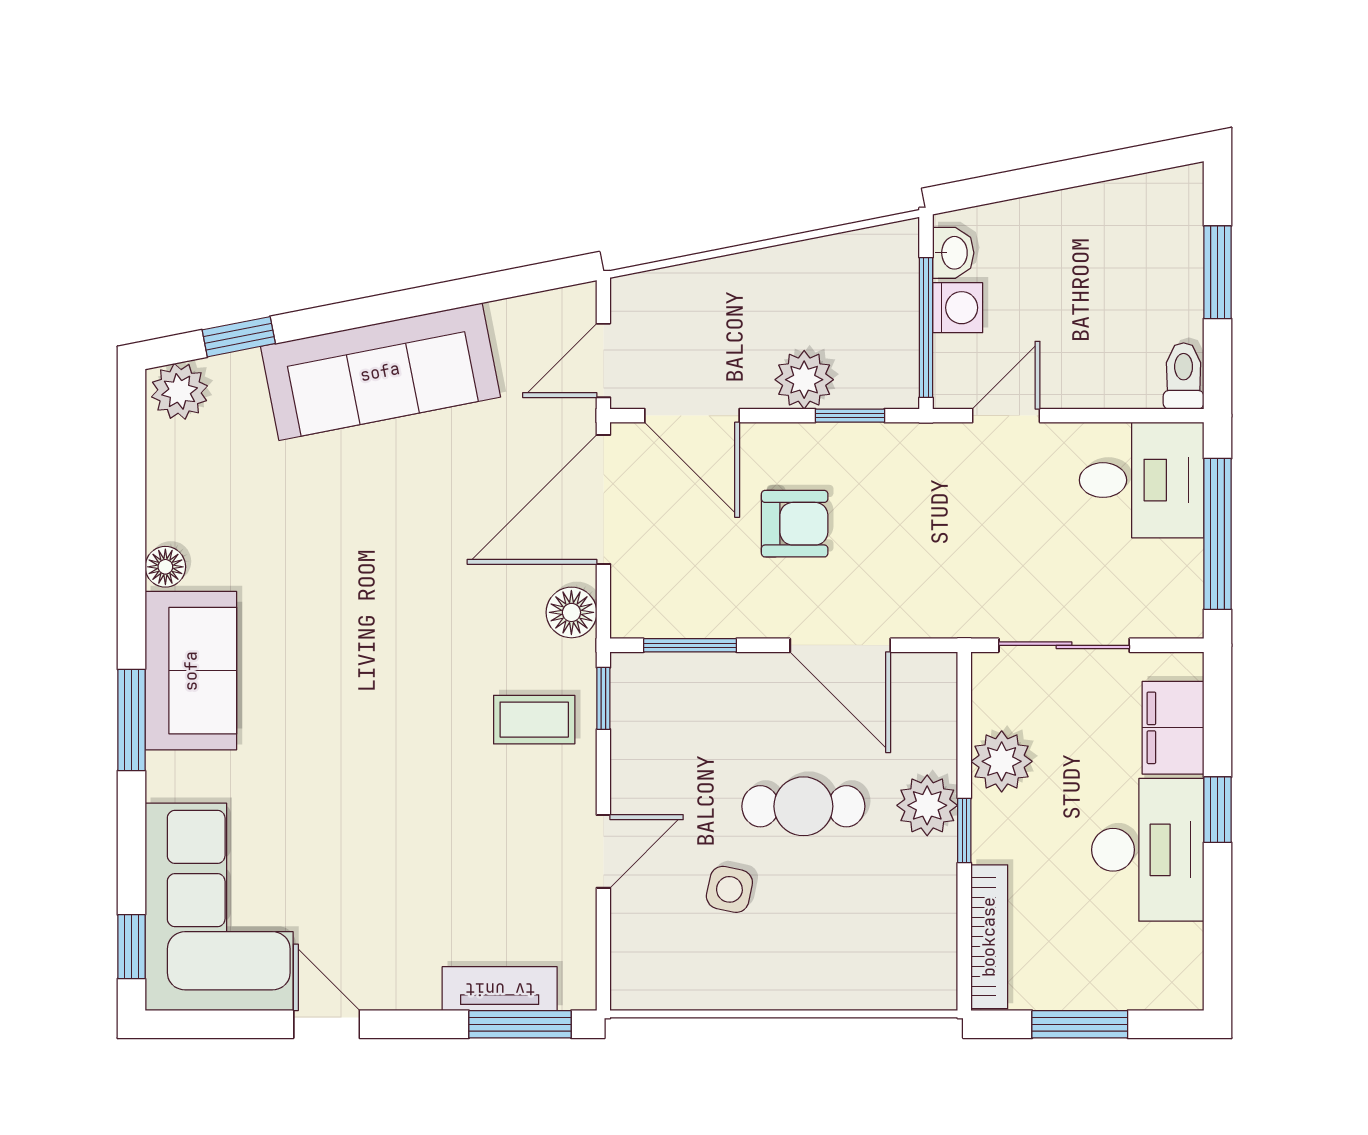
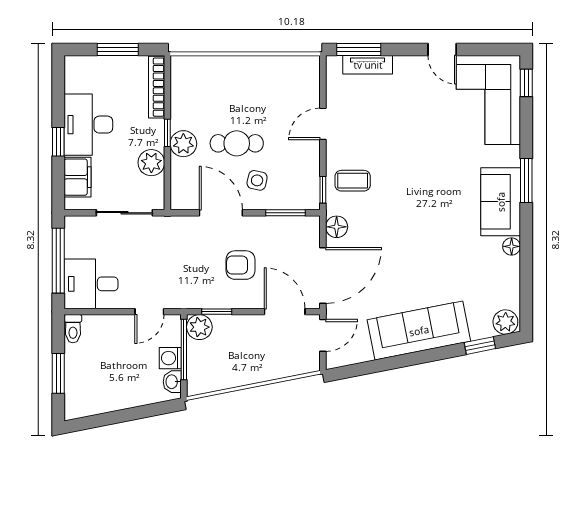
plant: (804, 380) -> (199, 327), moved
side table: (729, 889) -> (257, 180), moved

